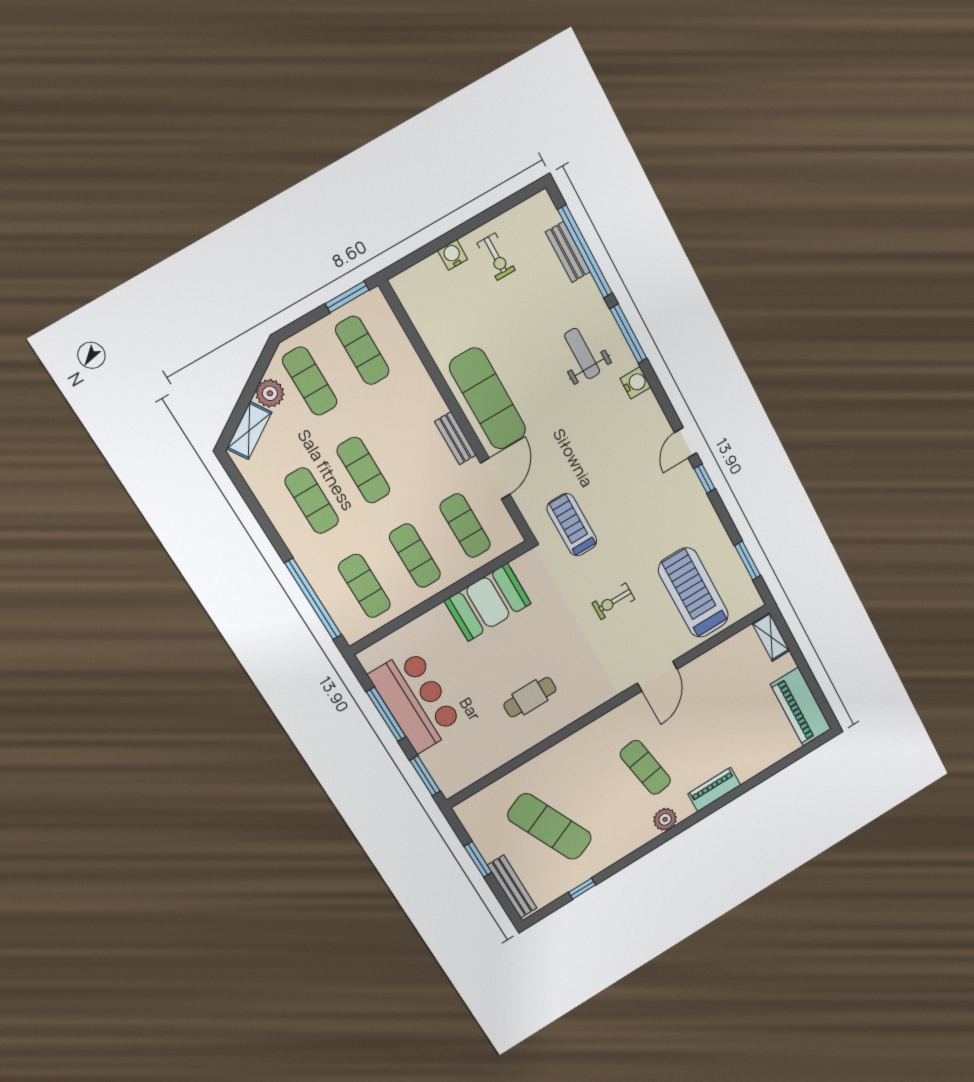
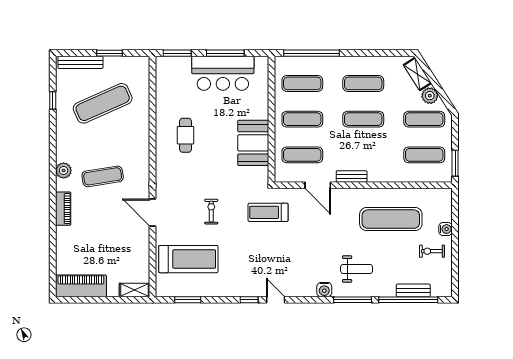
exercise mat: (488, 399) -> (391, 219), moved
treadmill: (572, 525) -> (268, 212), turned 180

